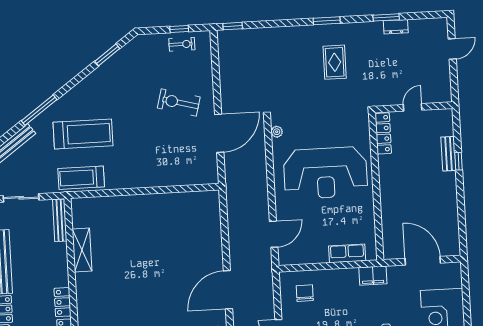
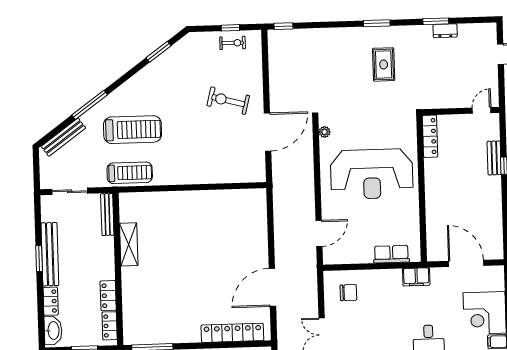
door: (413, 107) -> (482, 110), moved
treadmill: (81, 178) -> (130, 173), turned 180
chair: (305, 293) -> (348, 293), turned 90

